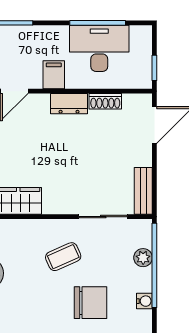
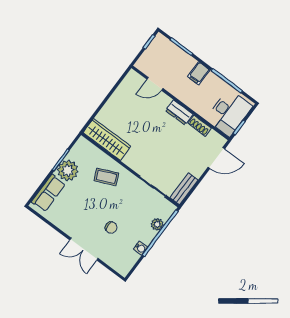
desk: (99, 48) -> (229, 113), moved, turned 90
filing cabinet: (54, 75) -> (199, 73), moved, turned 180
coffee table: (63, 257) -> (106, 177), moved
chair: (91, 303) -> (111, 227), width x0.54, depth x0.54

